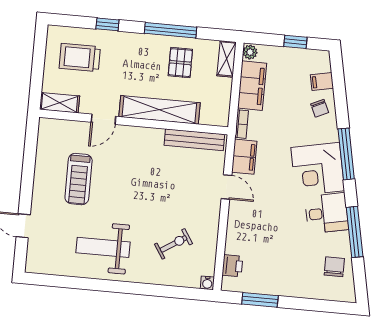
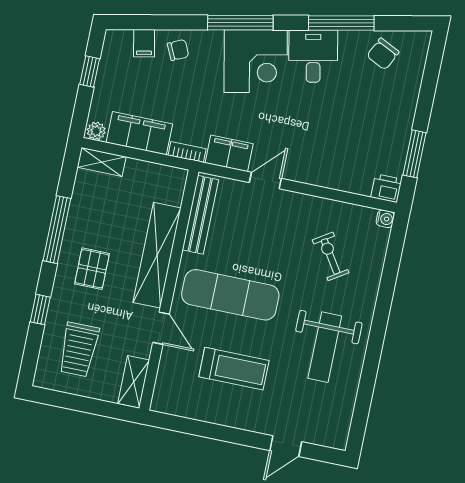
pallet: (180, 63) -> (92, 269), moved, turned 90
exercise mat: (135, 170) -> (230, 295), added
printer: (232, 266) -> (386, 188), moved
chair: (334, 267) -> (383, 54), turned -64

